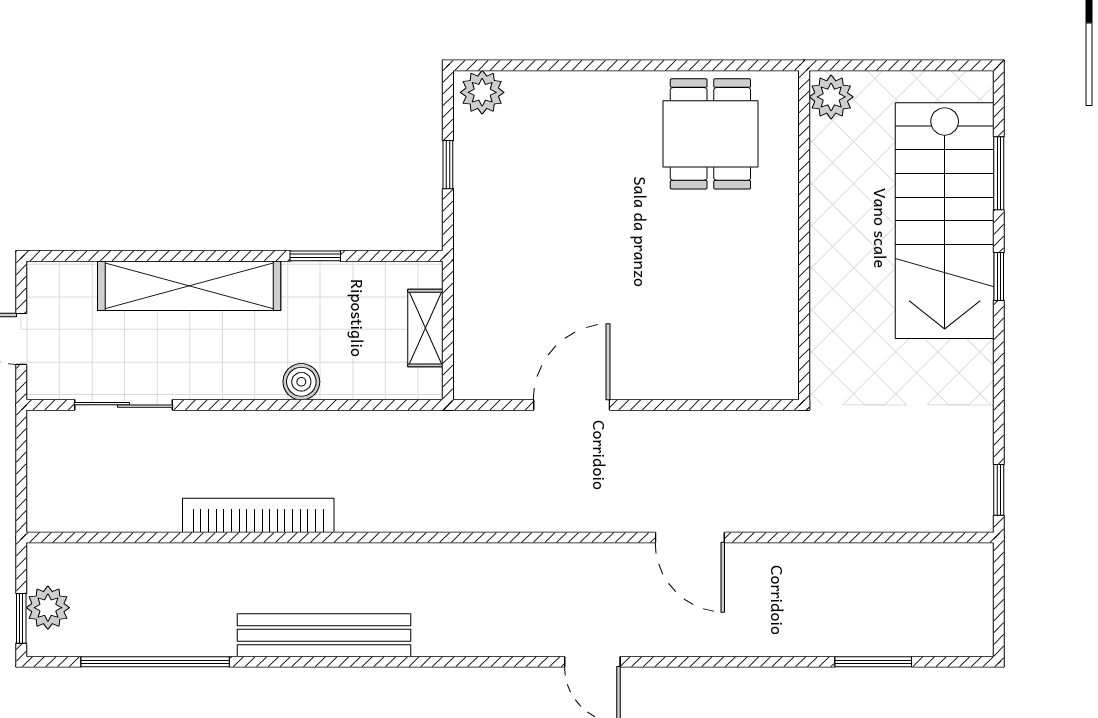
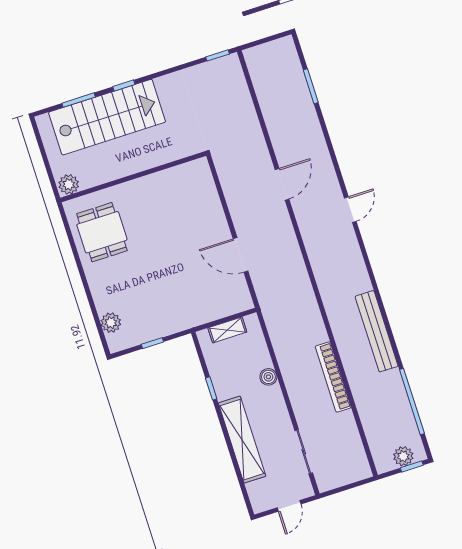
plant: (482, 92) -> (111, 323), moved
dining table: (710, 134) -> (102, 232), turned 90

